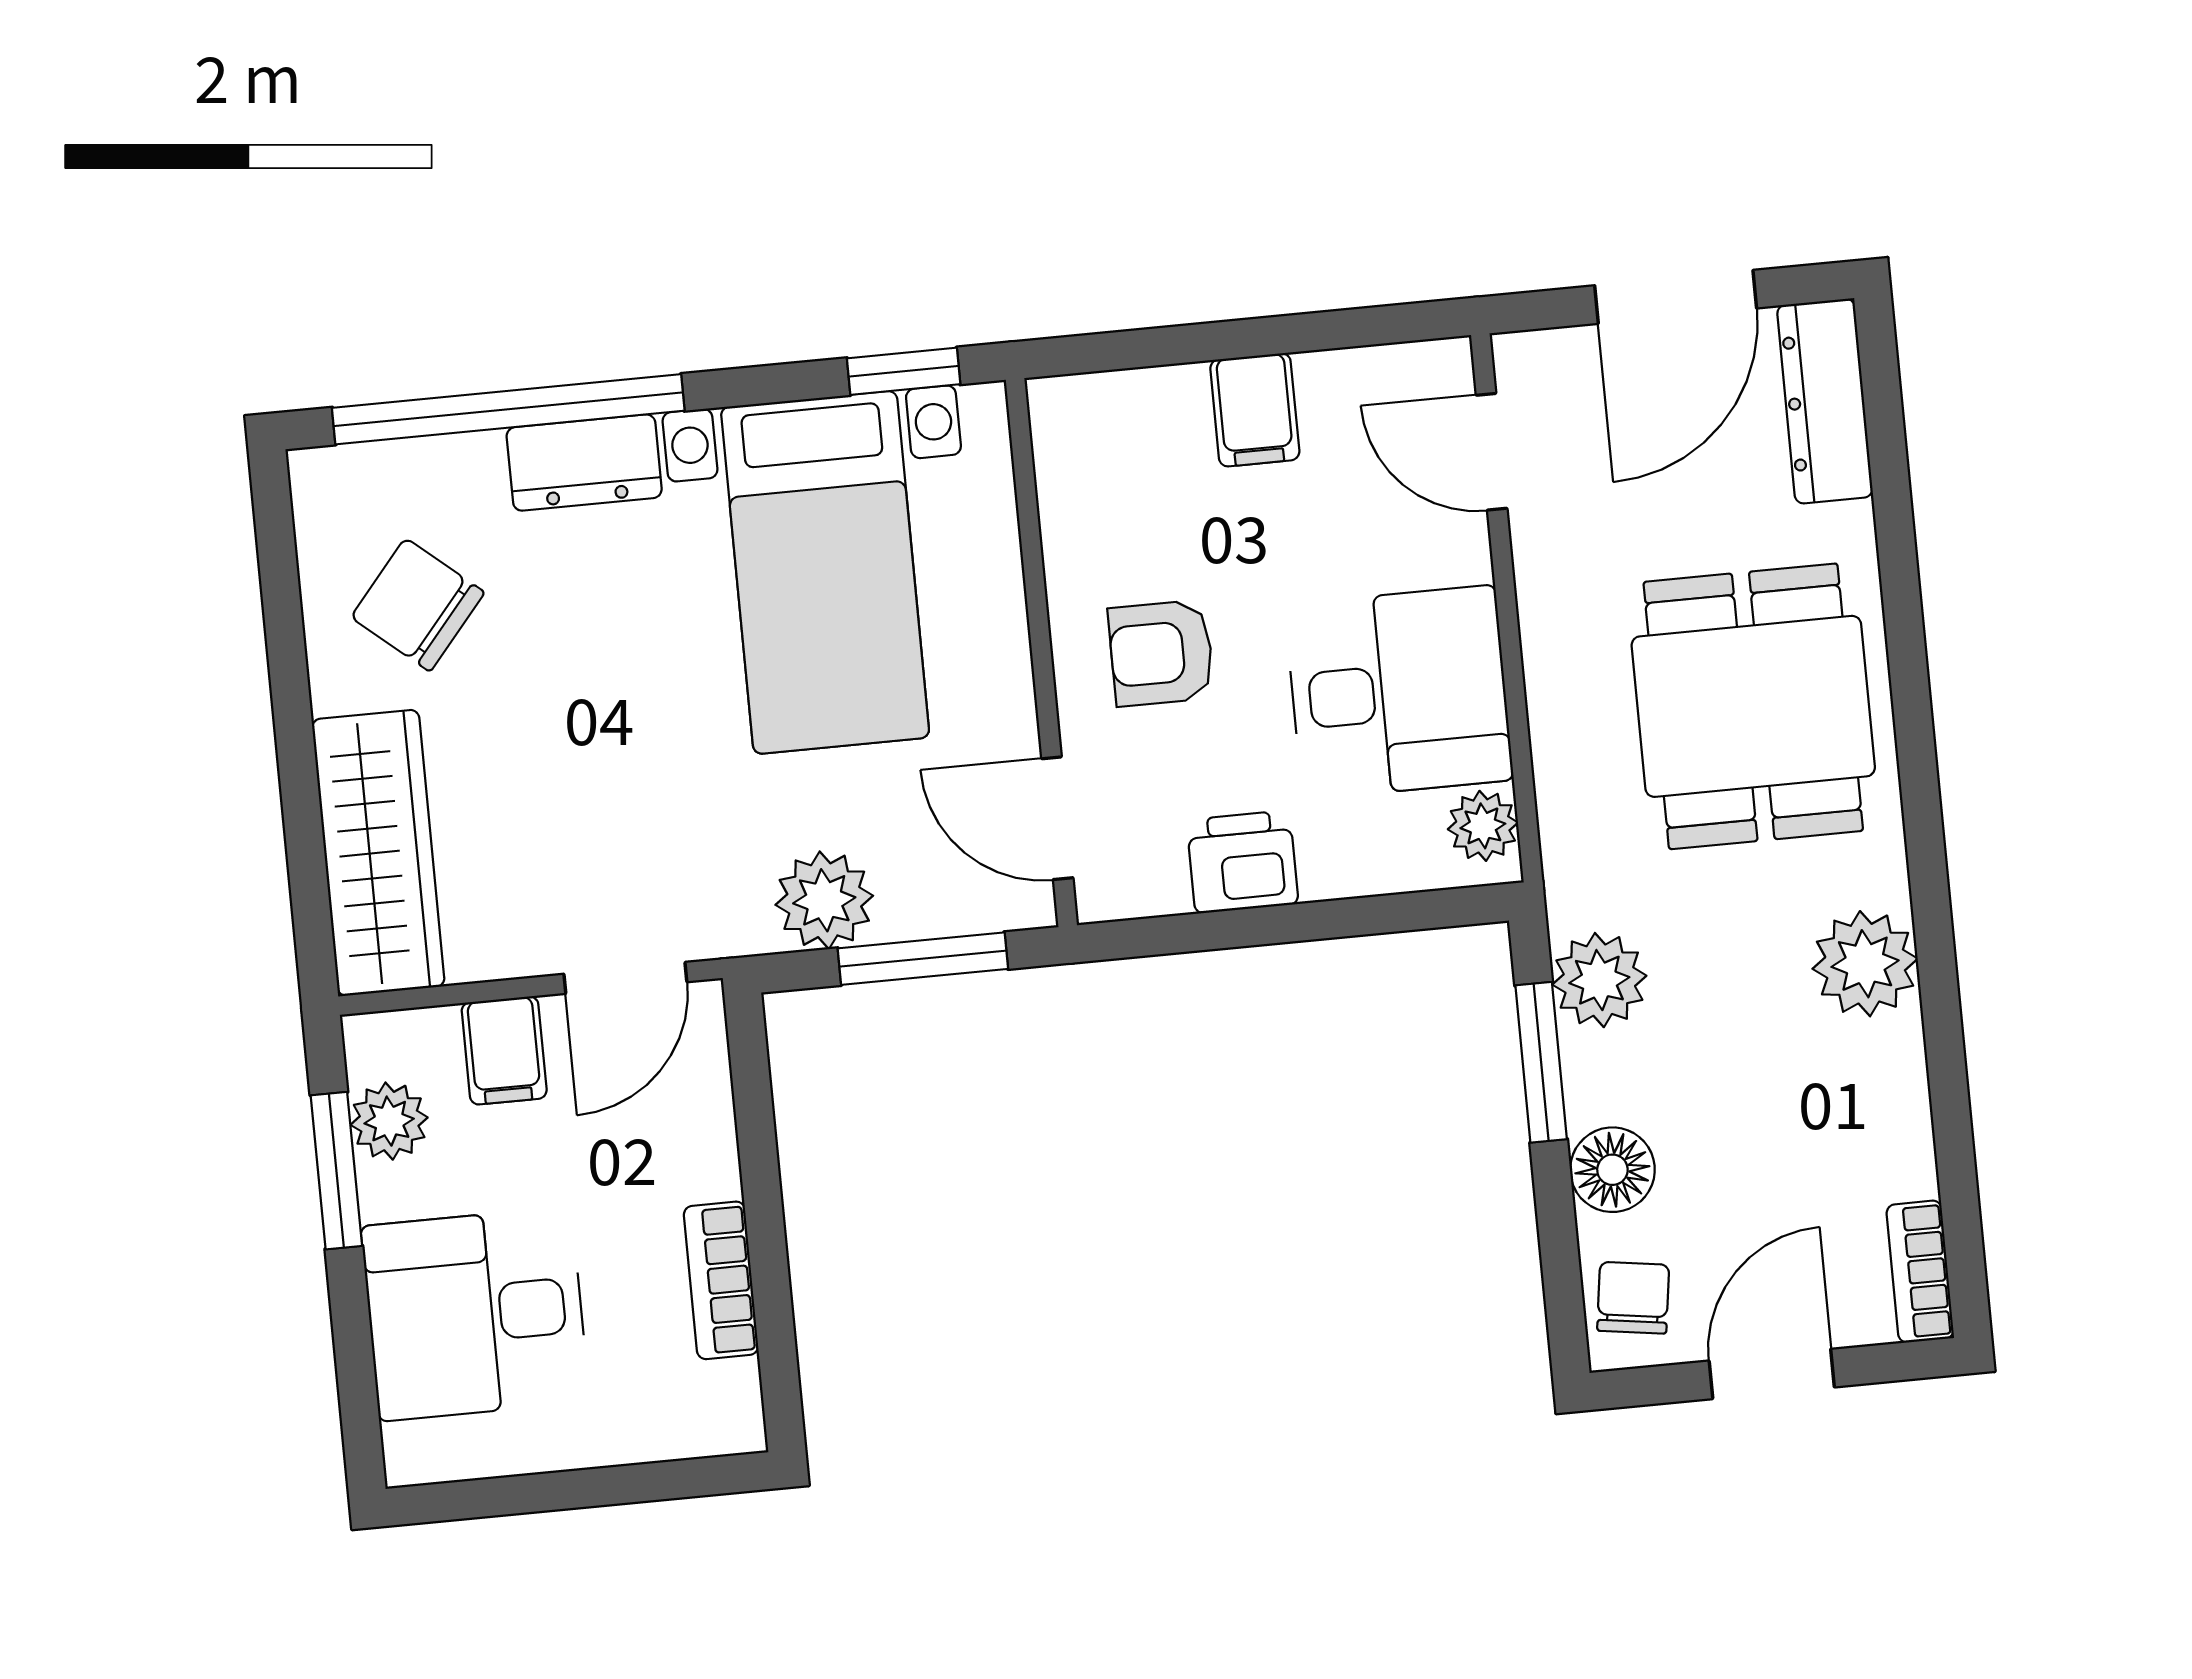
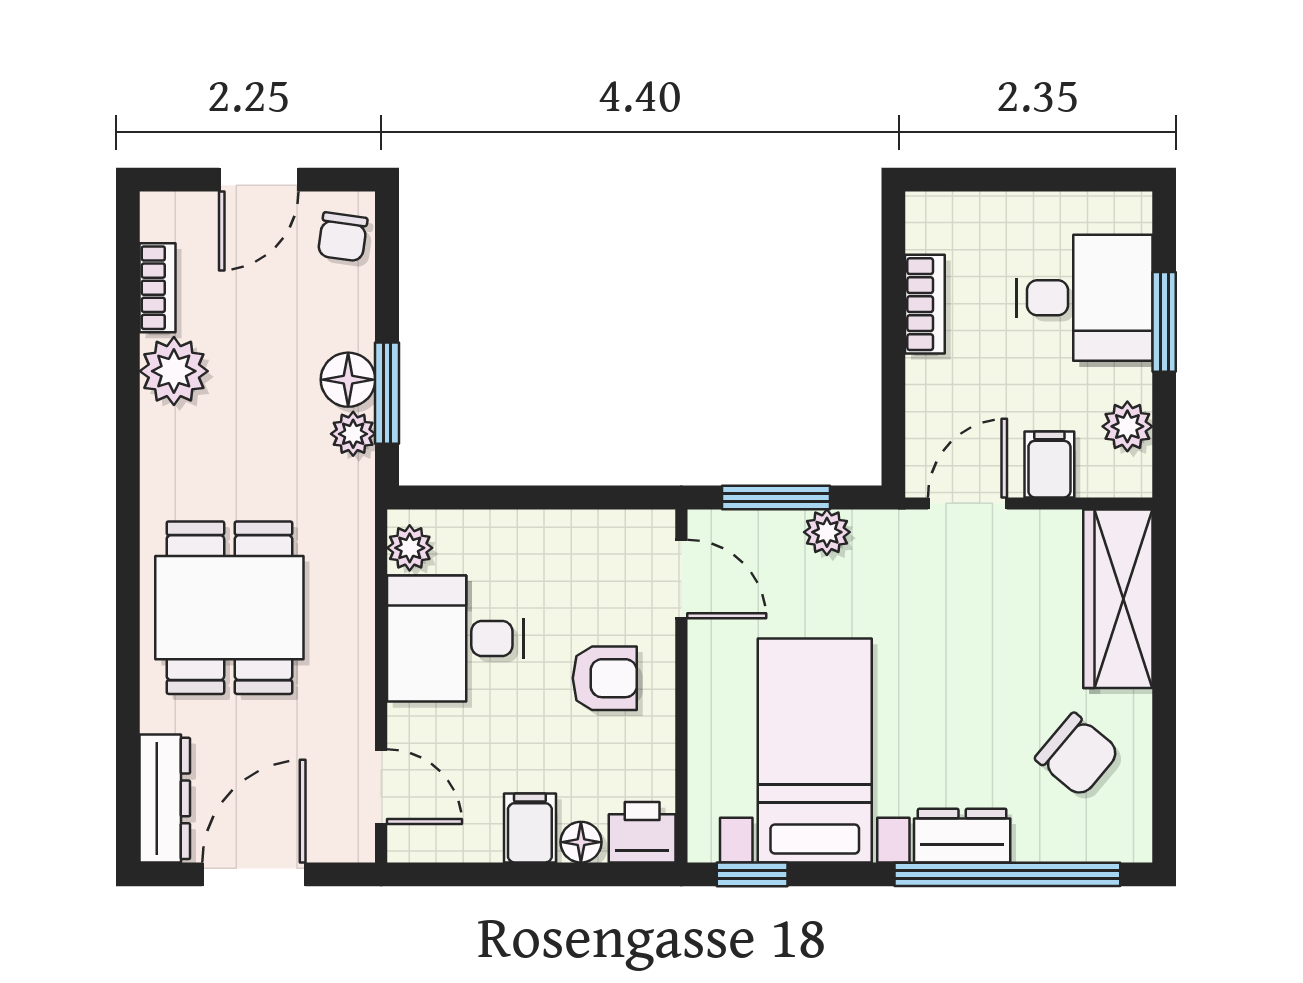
floor lamp: (1174, 396) -> (581, 842), added
printer: (1242, 862) -> (642, 832), moved, turned 180
plant: (824, 900) -> (827, 532), width x0.73, depth x0.73
plant: (1865, 964) -> (174, 371), moved
plant: (1599, 980) -> (353, 434), width x0.73, depth x0.73
floor lamp: (1612, 1170) -> (348, 380), moved
window: (336, 1171) -> (1164, 322), moved
bookcase: (1920, 1272) -> (158, 288), moved

